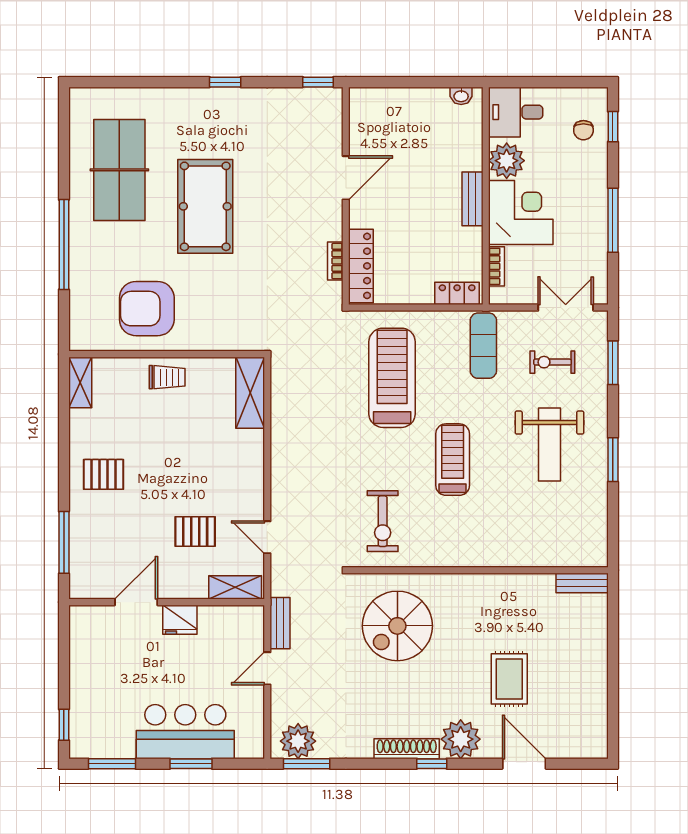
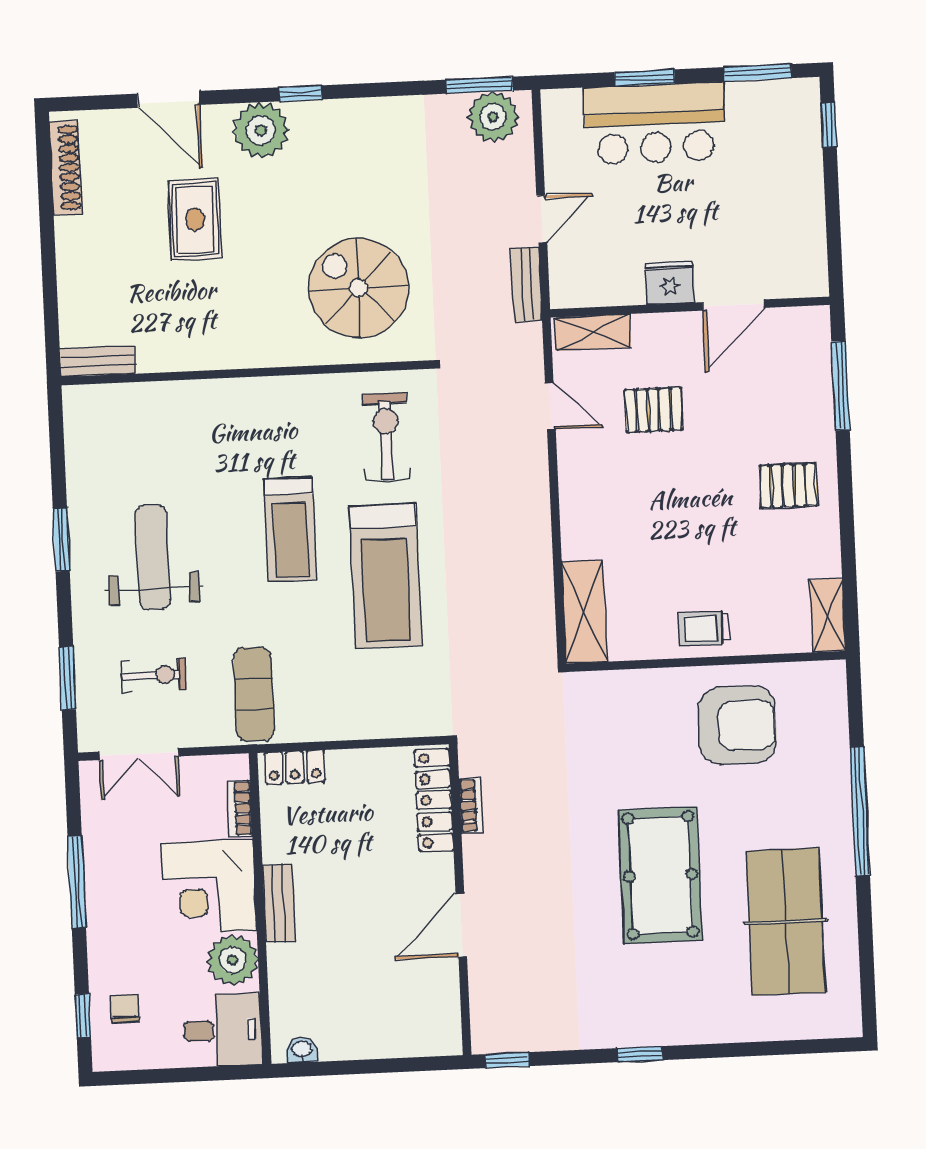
treadmill: (392, 378) -> (386, 576), moved
spiral stairs: (397, 626) -> (358, 288), turned -90
shoe rack: (407, 749) -> (66, 168), moved, turned -90

